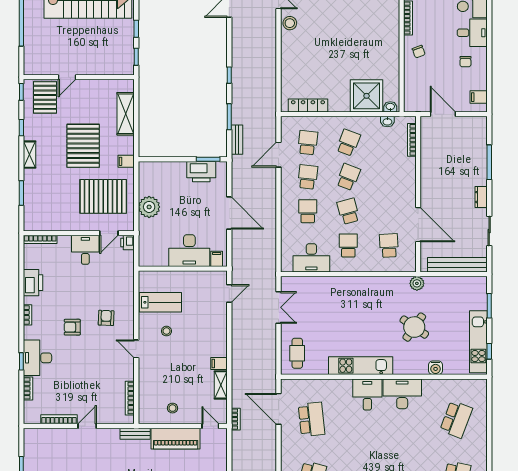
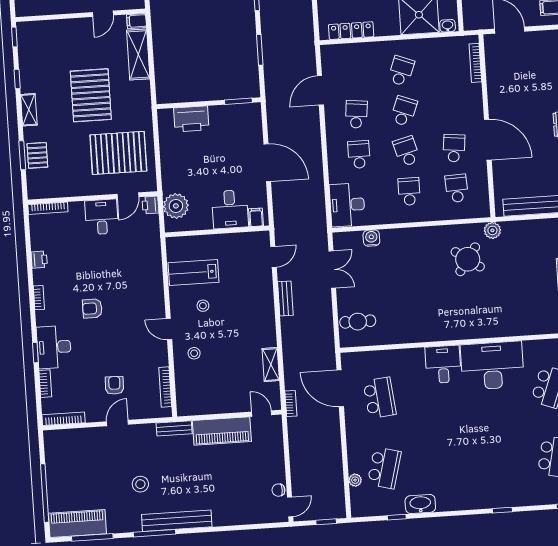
door: (67, 77) -> (103, 14), moved
pallet: (45, 97) -> (37, 155), moved, width x0.67, depth x0.71
washbasin: (387, 122) -> (445, 43), removed
bench: (237, 140) -> (285, 299), moved
school desk: (308, 143) -> (454, 148), moved
filing cabinet: (126, 161) -> (137, 21), moved
printer: (201, 172) -> (191, 119), moved
plant: (149, 207) -> (176, 206), moved
door: (418, 225) -> (488, 140), moved
desk: (189, 251) -> (230, 209), width x0.73
desk: (311, 258) -> (347, 205), moved, turned 90
printer: (33, 283) -> (39, 260), width x0.53, depth x0.68
lab bench: (160, 302) -> (194, 273), turned 180
armchair: (106, 318) -> (114, 385), moved
round table: (414, 327) -> (468, 259), moved
cafe table: (297, 353) -> (358, 322), turned 90
filing cabinet: (219, 364) -> (267, 340), removed
kitchen unit: (361, 366) -> (433, 331), removed
water cooler: (436, 368) -> (371, 238), moved, turned 180
desk: (402, 394) -> (492, 366), width x1.36, depth x1.30
stool: (173, 408) -> (194, 353), moved
bookcase: (59, 419) -> (64, 419), moved

